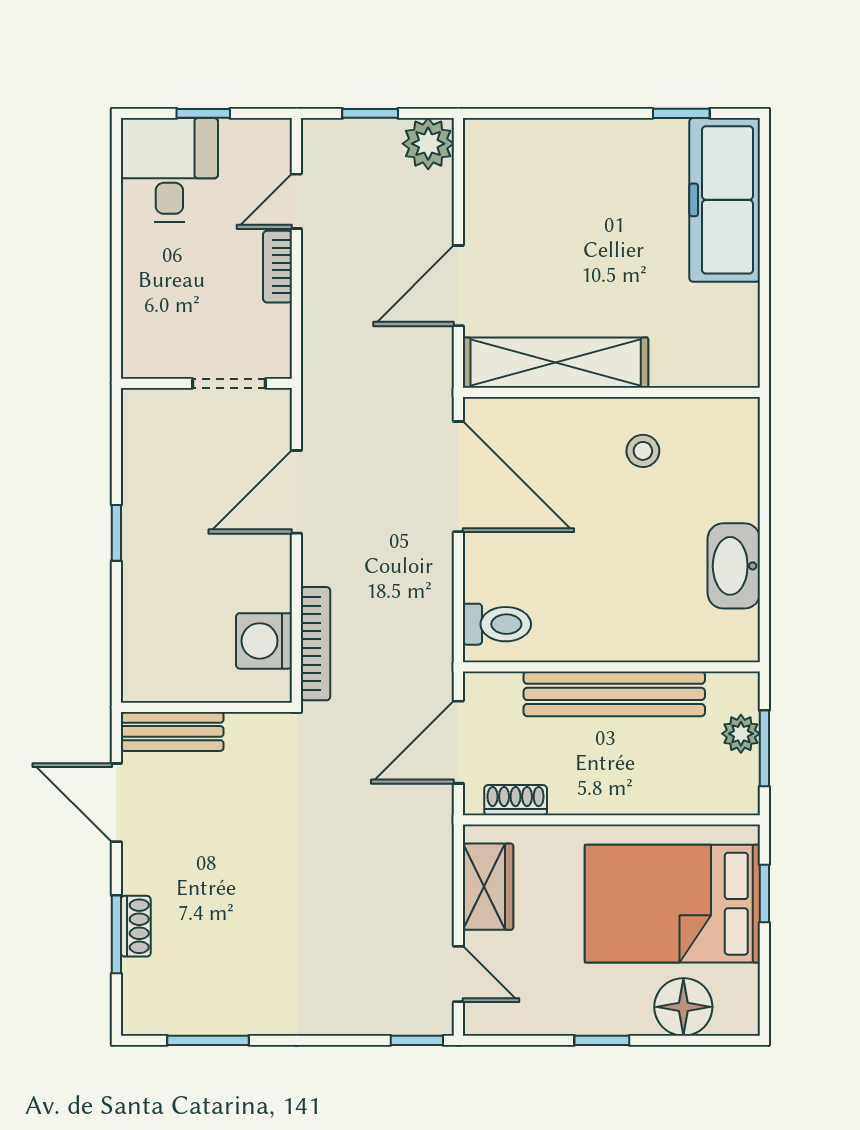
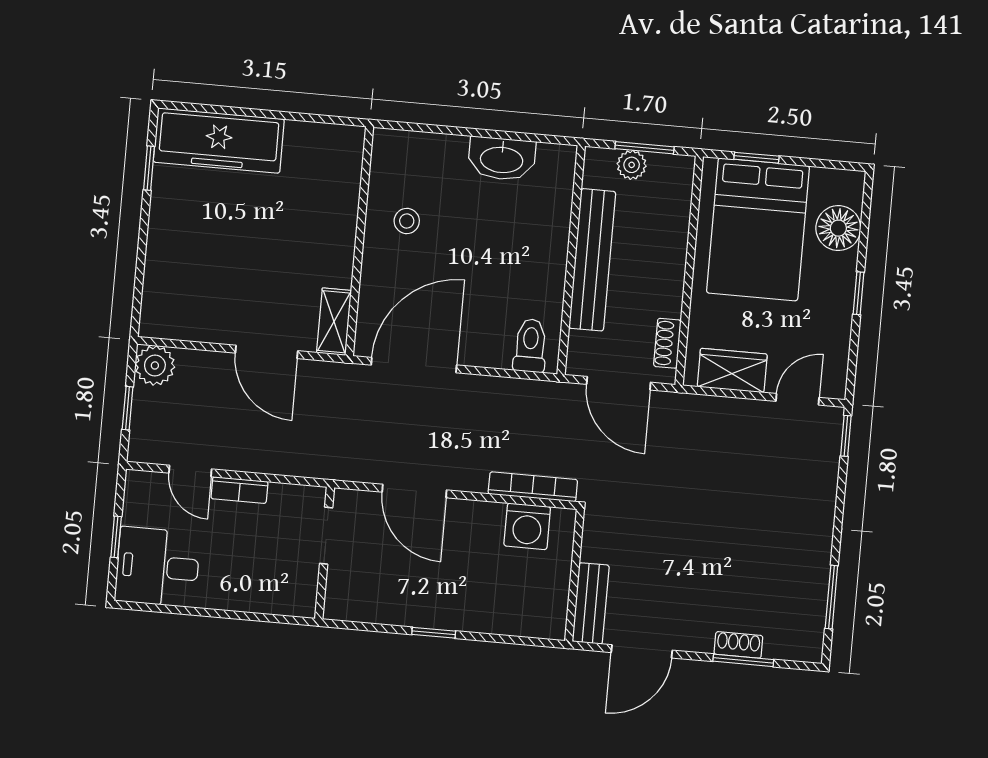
shelving: (556, 363) -> (334, 322), width x0.45, depth x0.75

